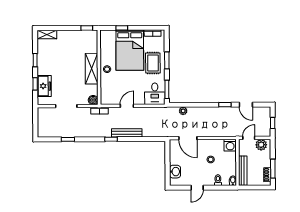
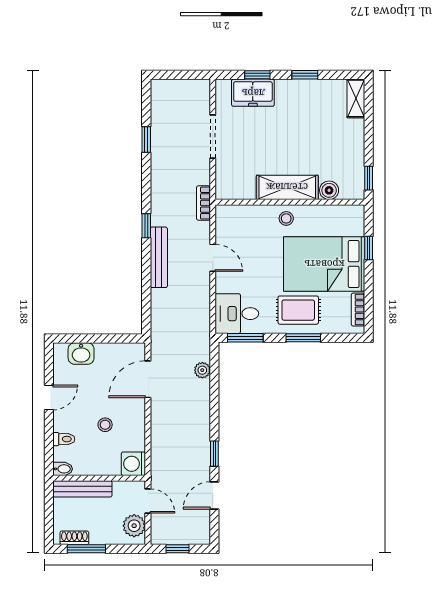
boiler: (93, 100) -> (329, 190), moved
door: (197, 188) -> (49, 397), swing flipped

